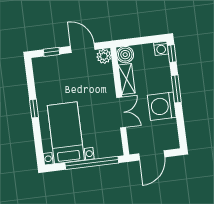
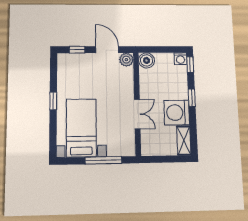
shelving: (127, 79) -> (184, 141), moved
window: (176, 89) -> (192, 98), width x0.67
door: (152, 155) -> (163, 159), removed
window: (92, 163) -> (103, 160), width x0.68

